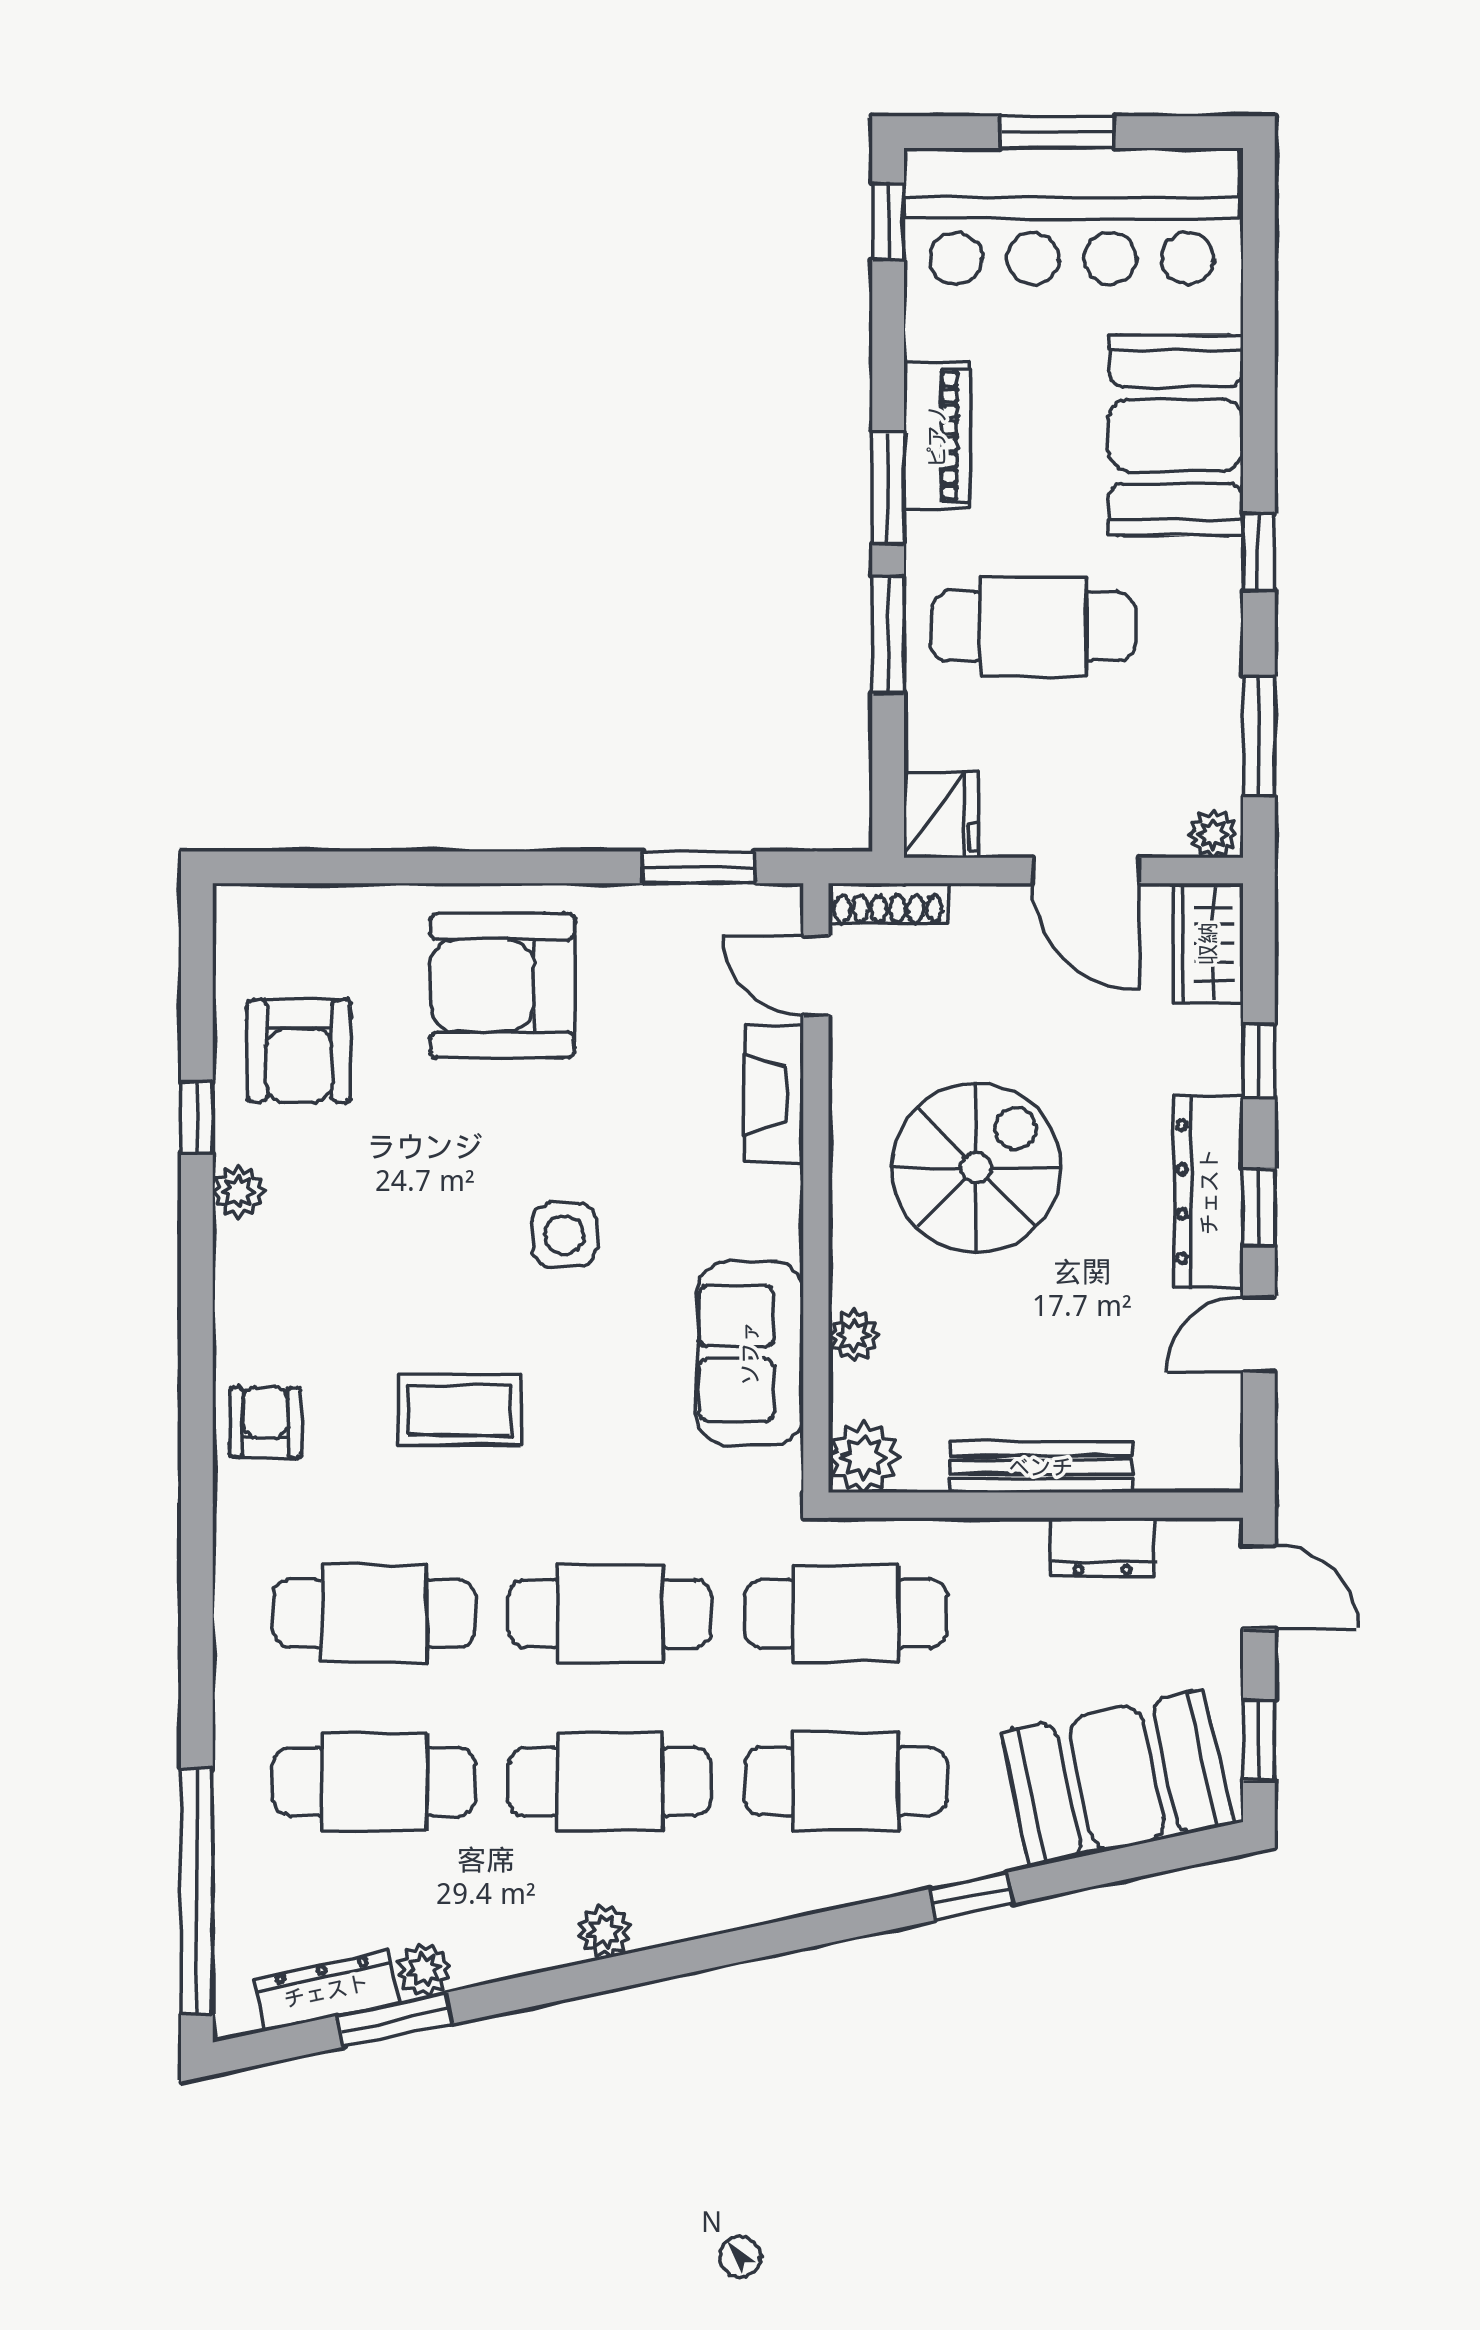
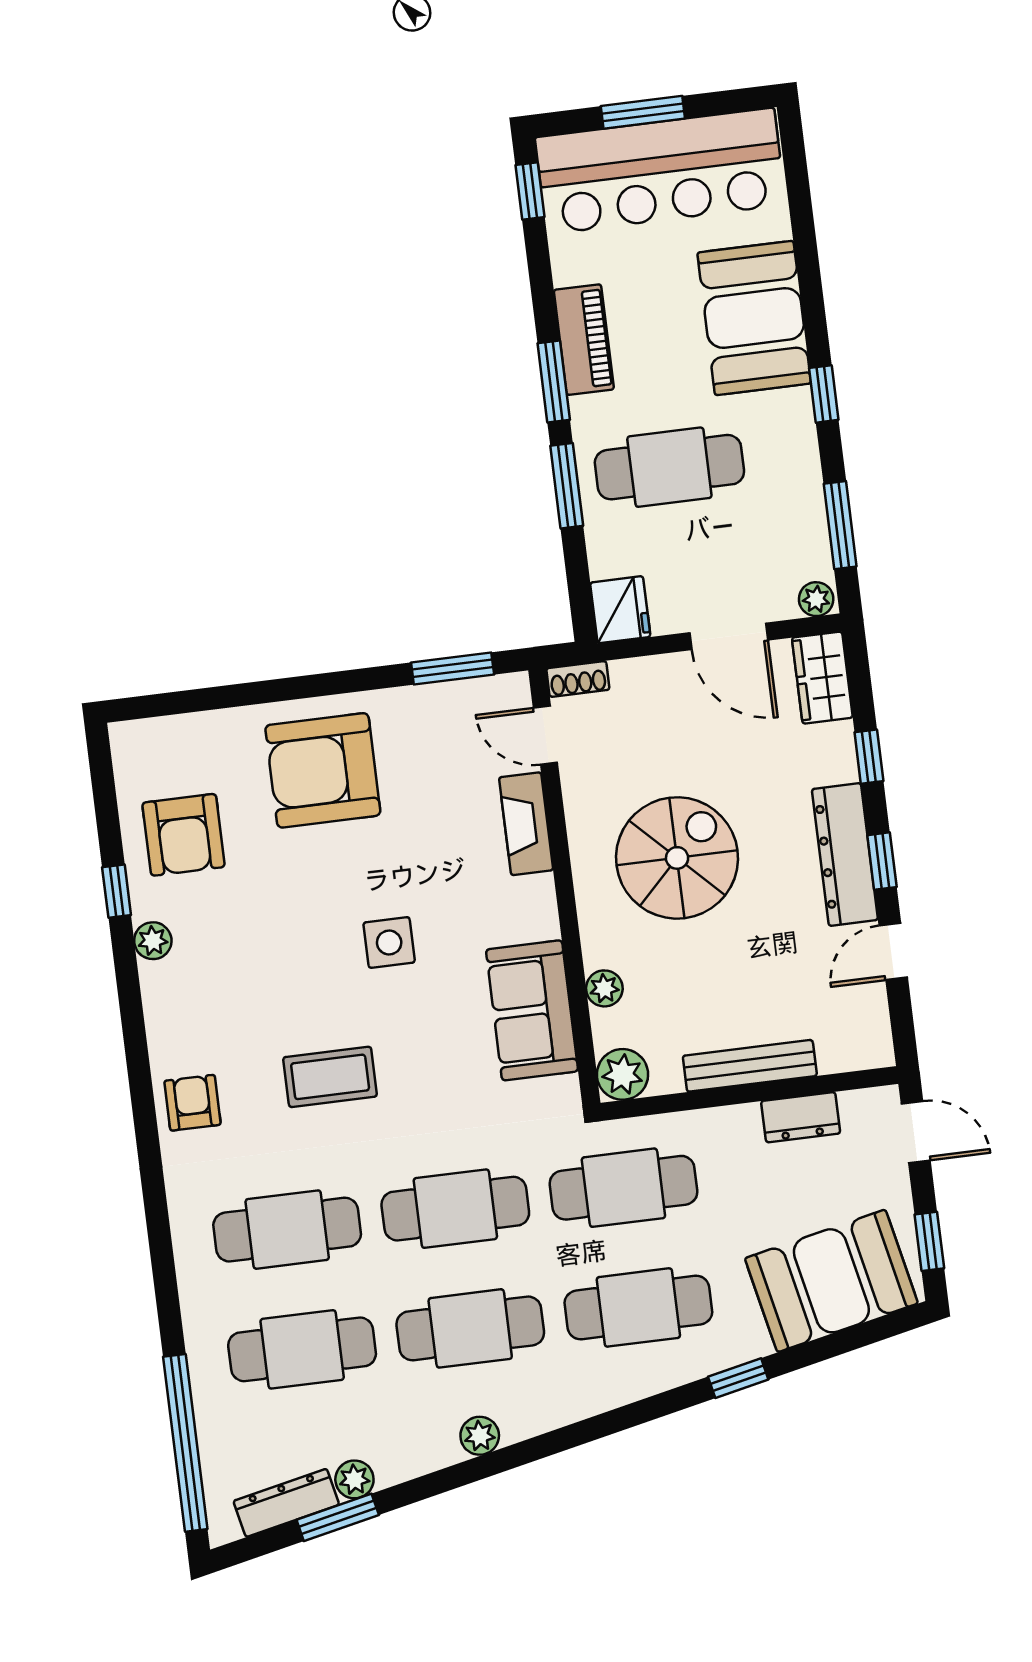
shoe rack: (888, 903) -> (578, 679), width x0.70

